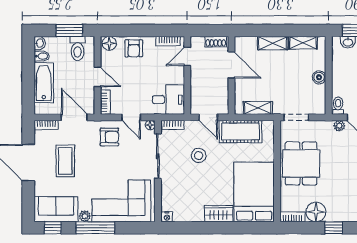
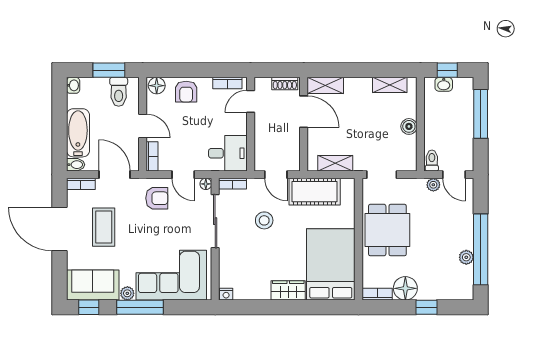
shelving: (273, 43) -> (325, 85), moved
bidet: (42, 56) -> (76, 165), moved

